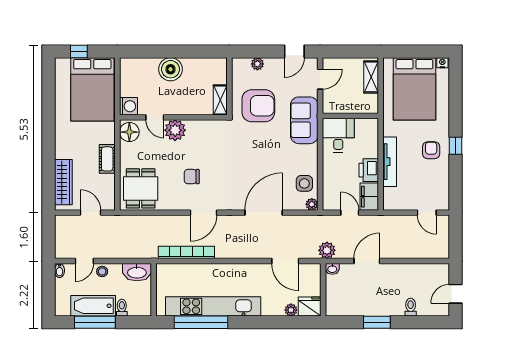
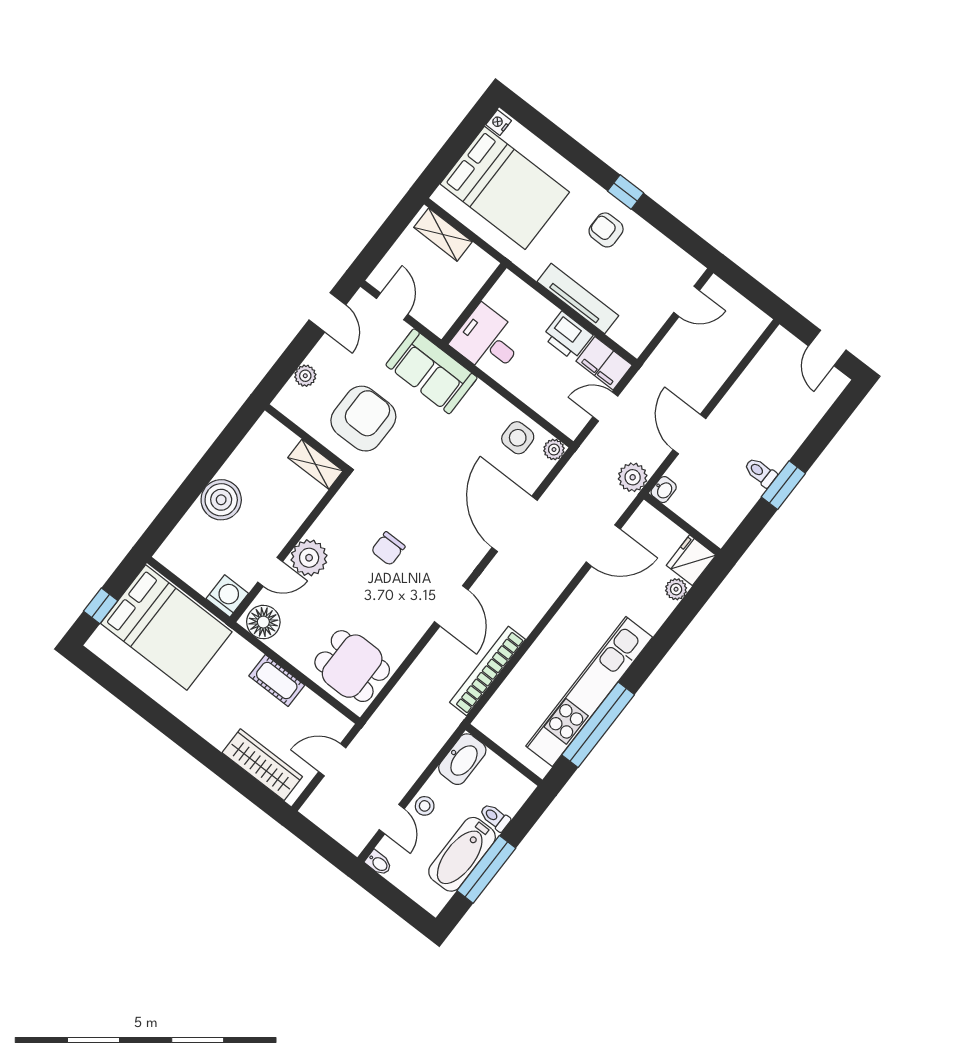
chair: (192, 177) -> (388, 549), moved
toilet: (411, 307) -> (760, 472), moved

